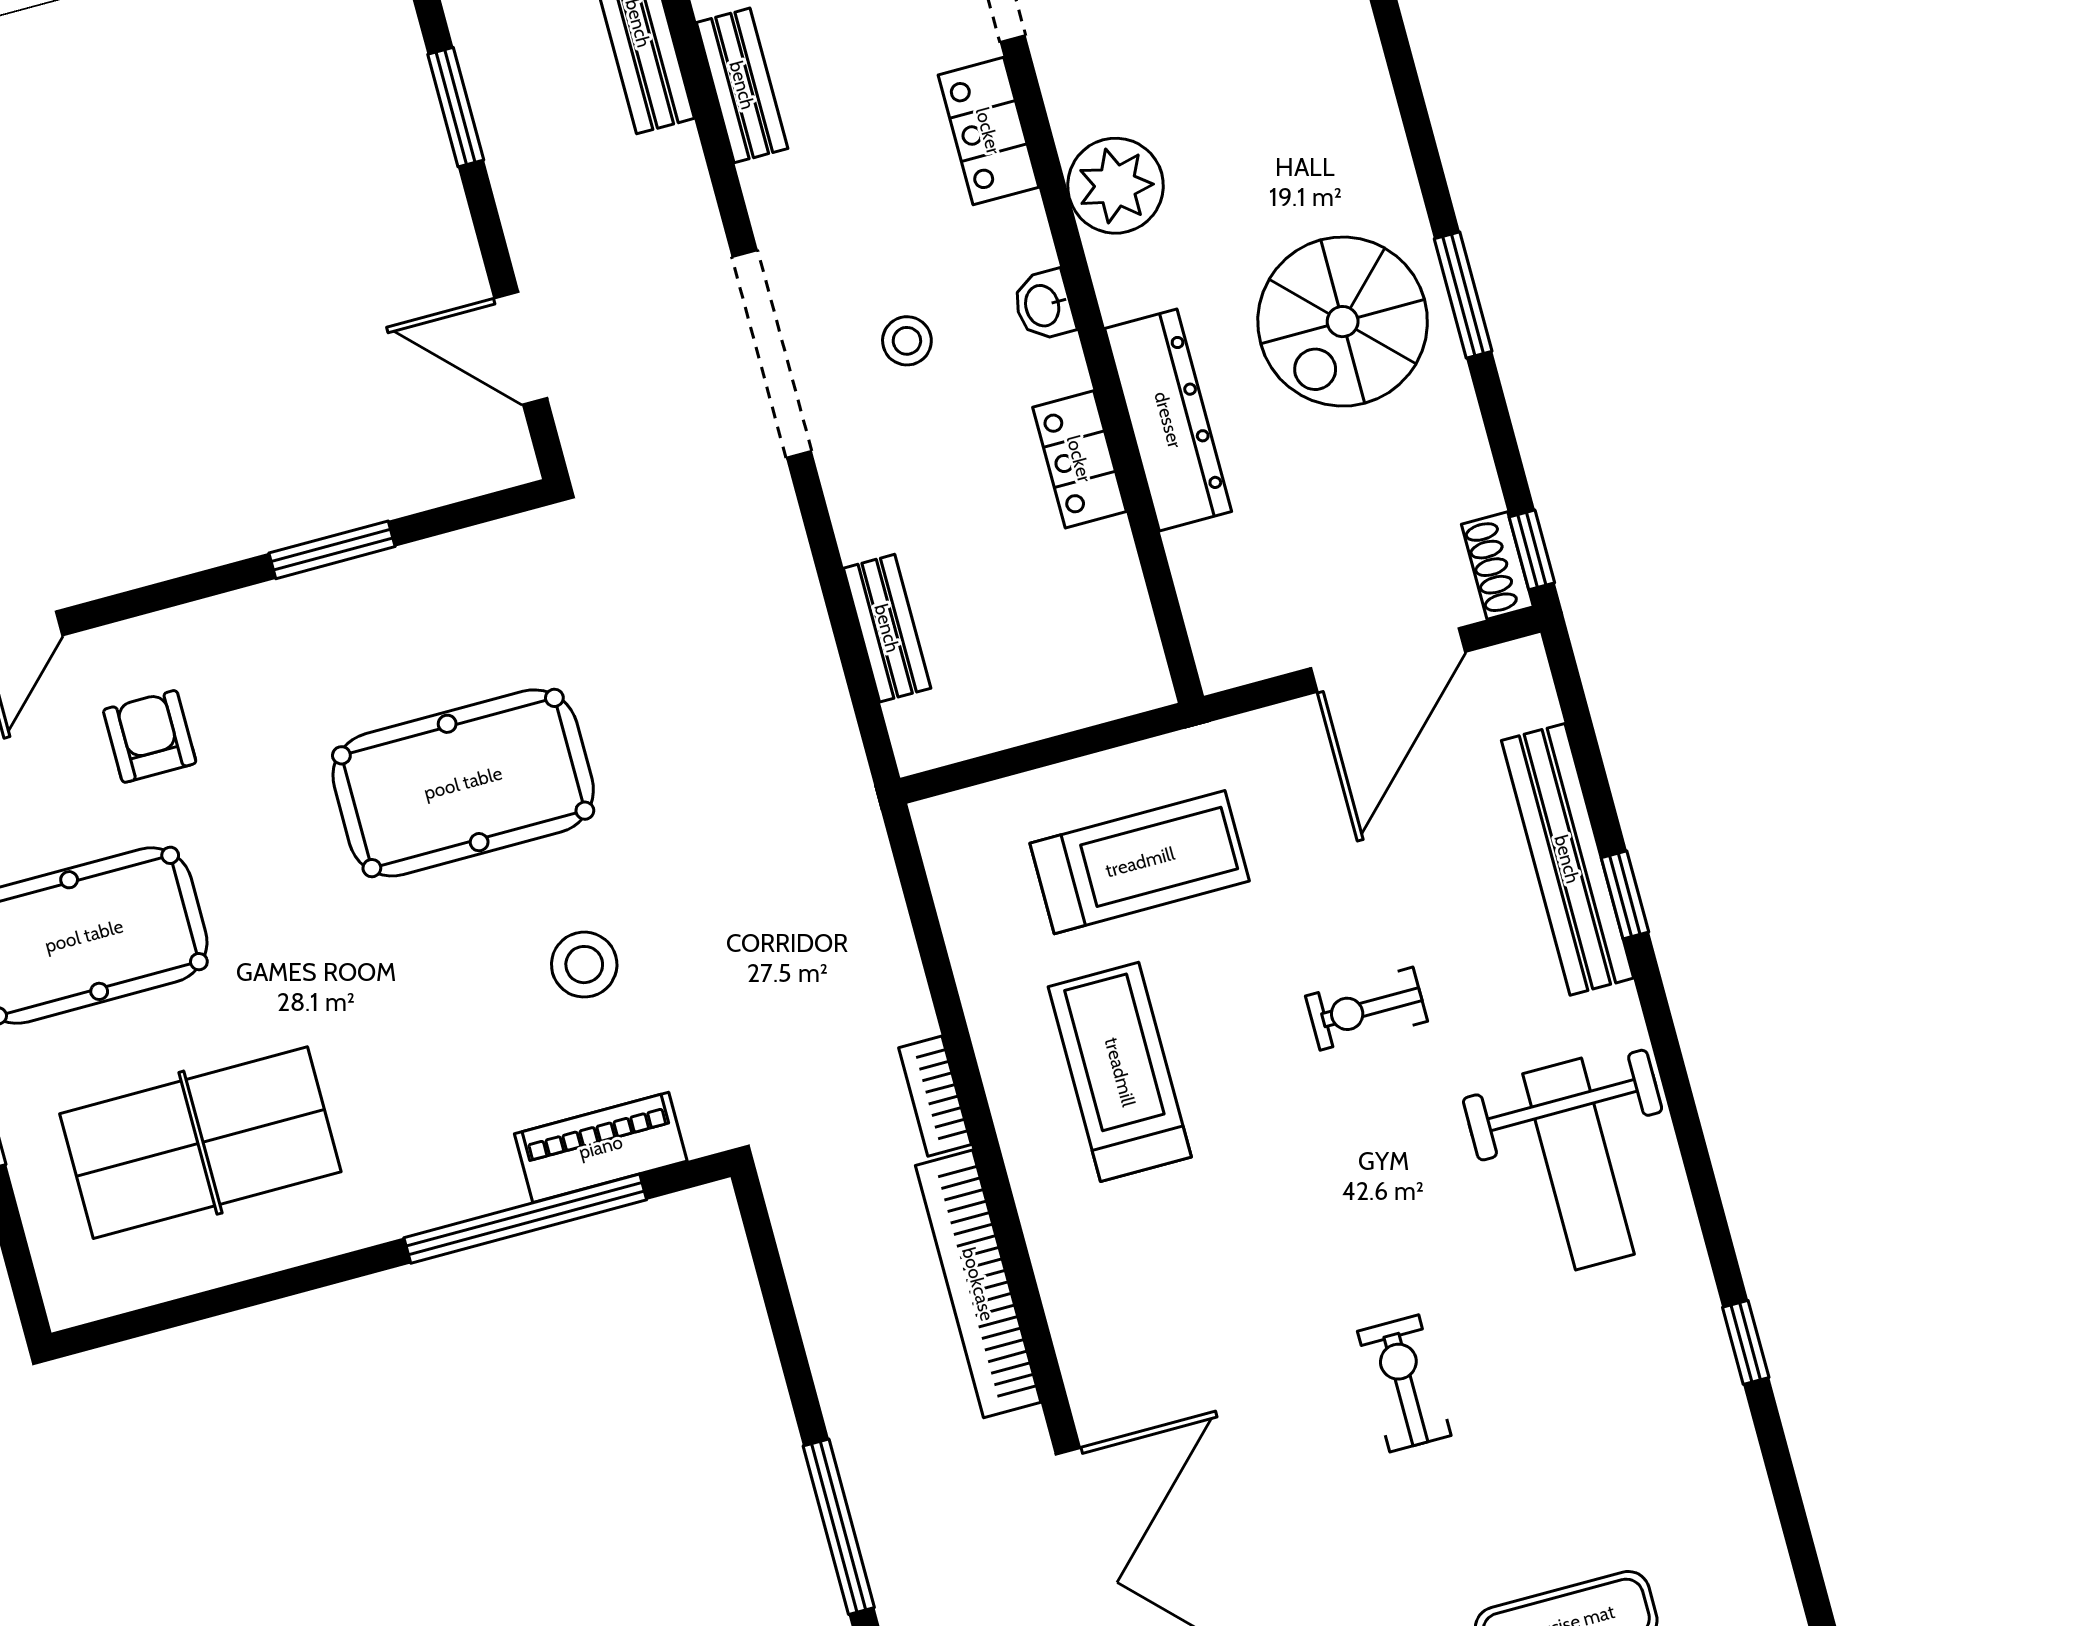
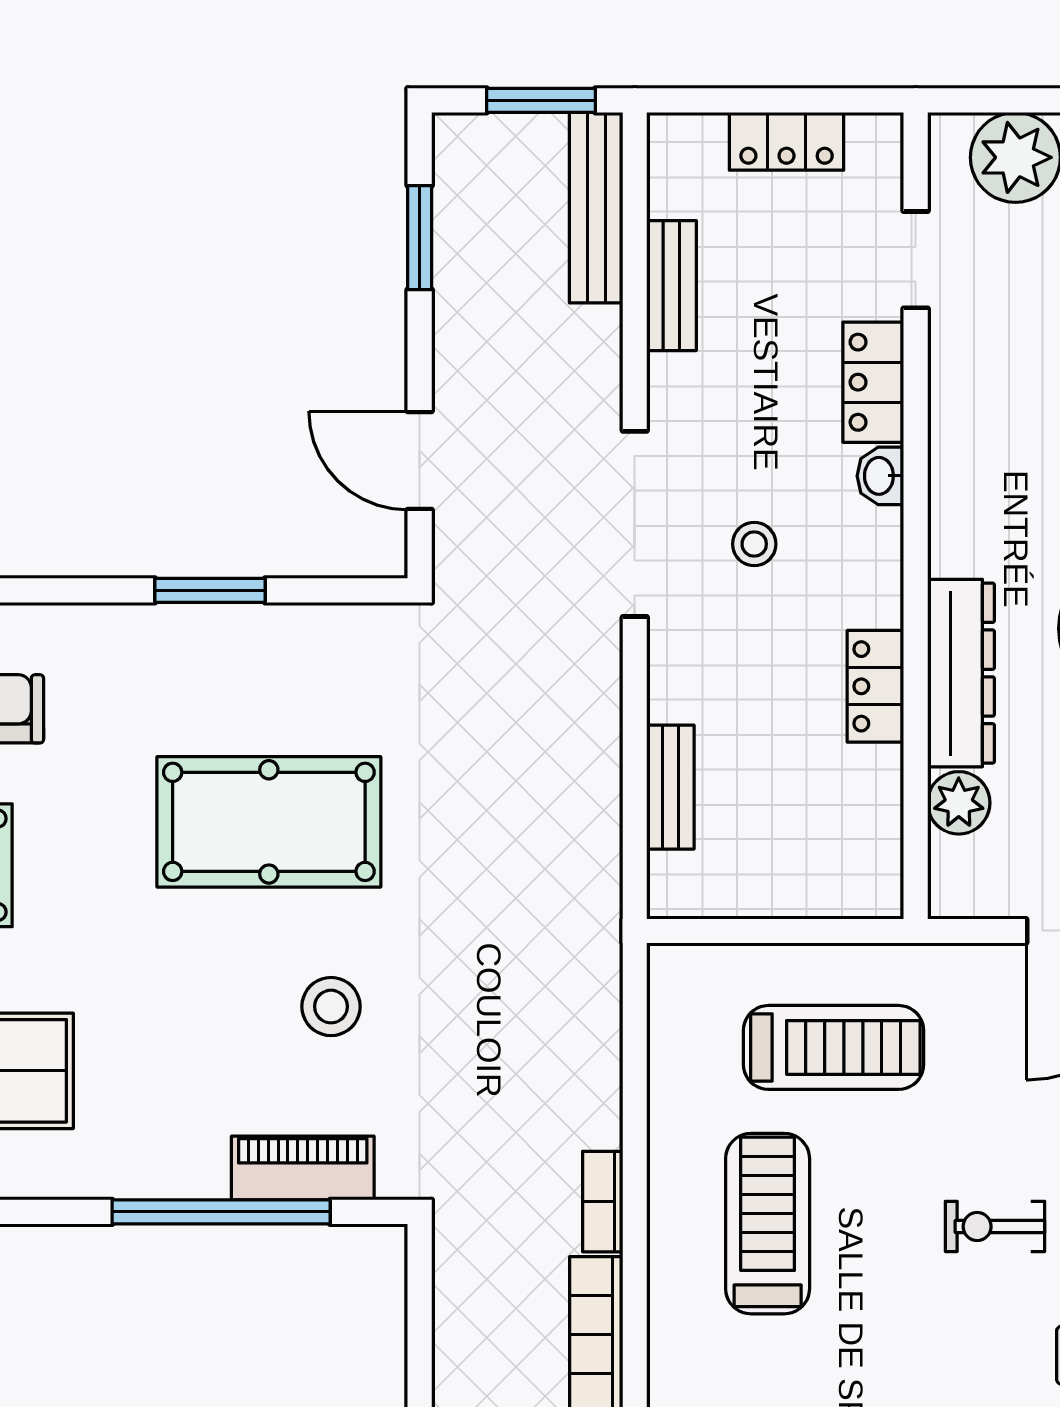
plant: (1116, 186) -> (959, 803), moved, width x0.73, depth x0.73
washbasin: (1044, 305) -> (880, 476), moved

